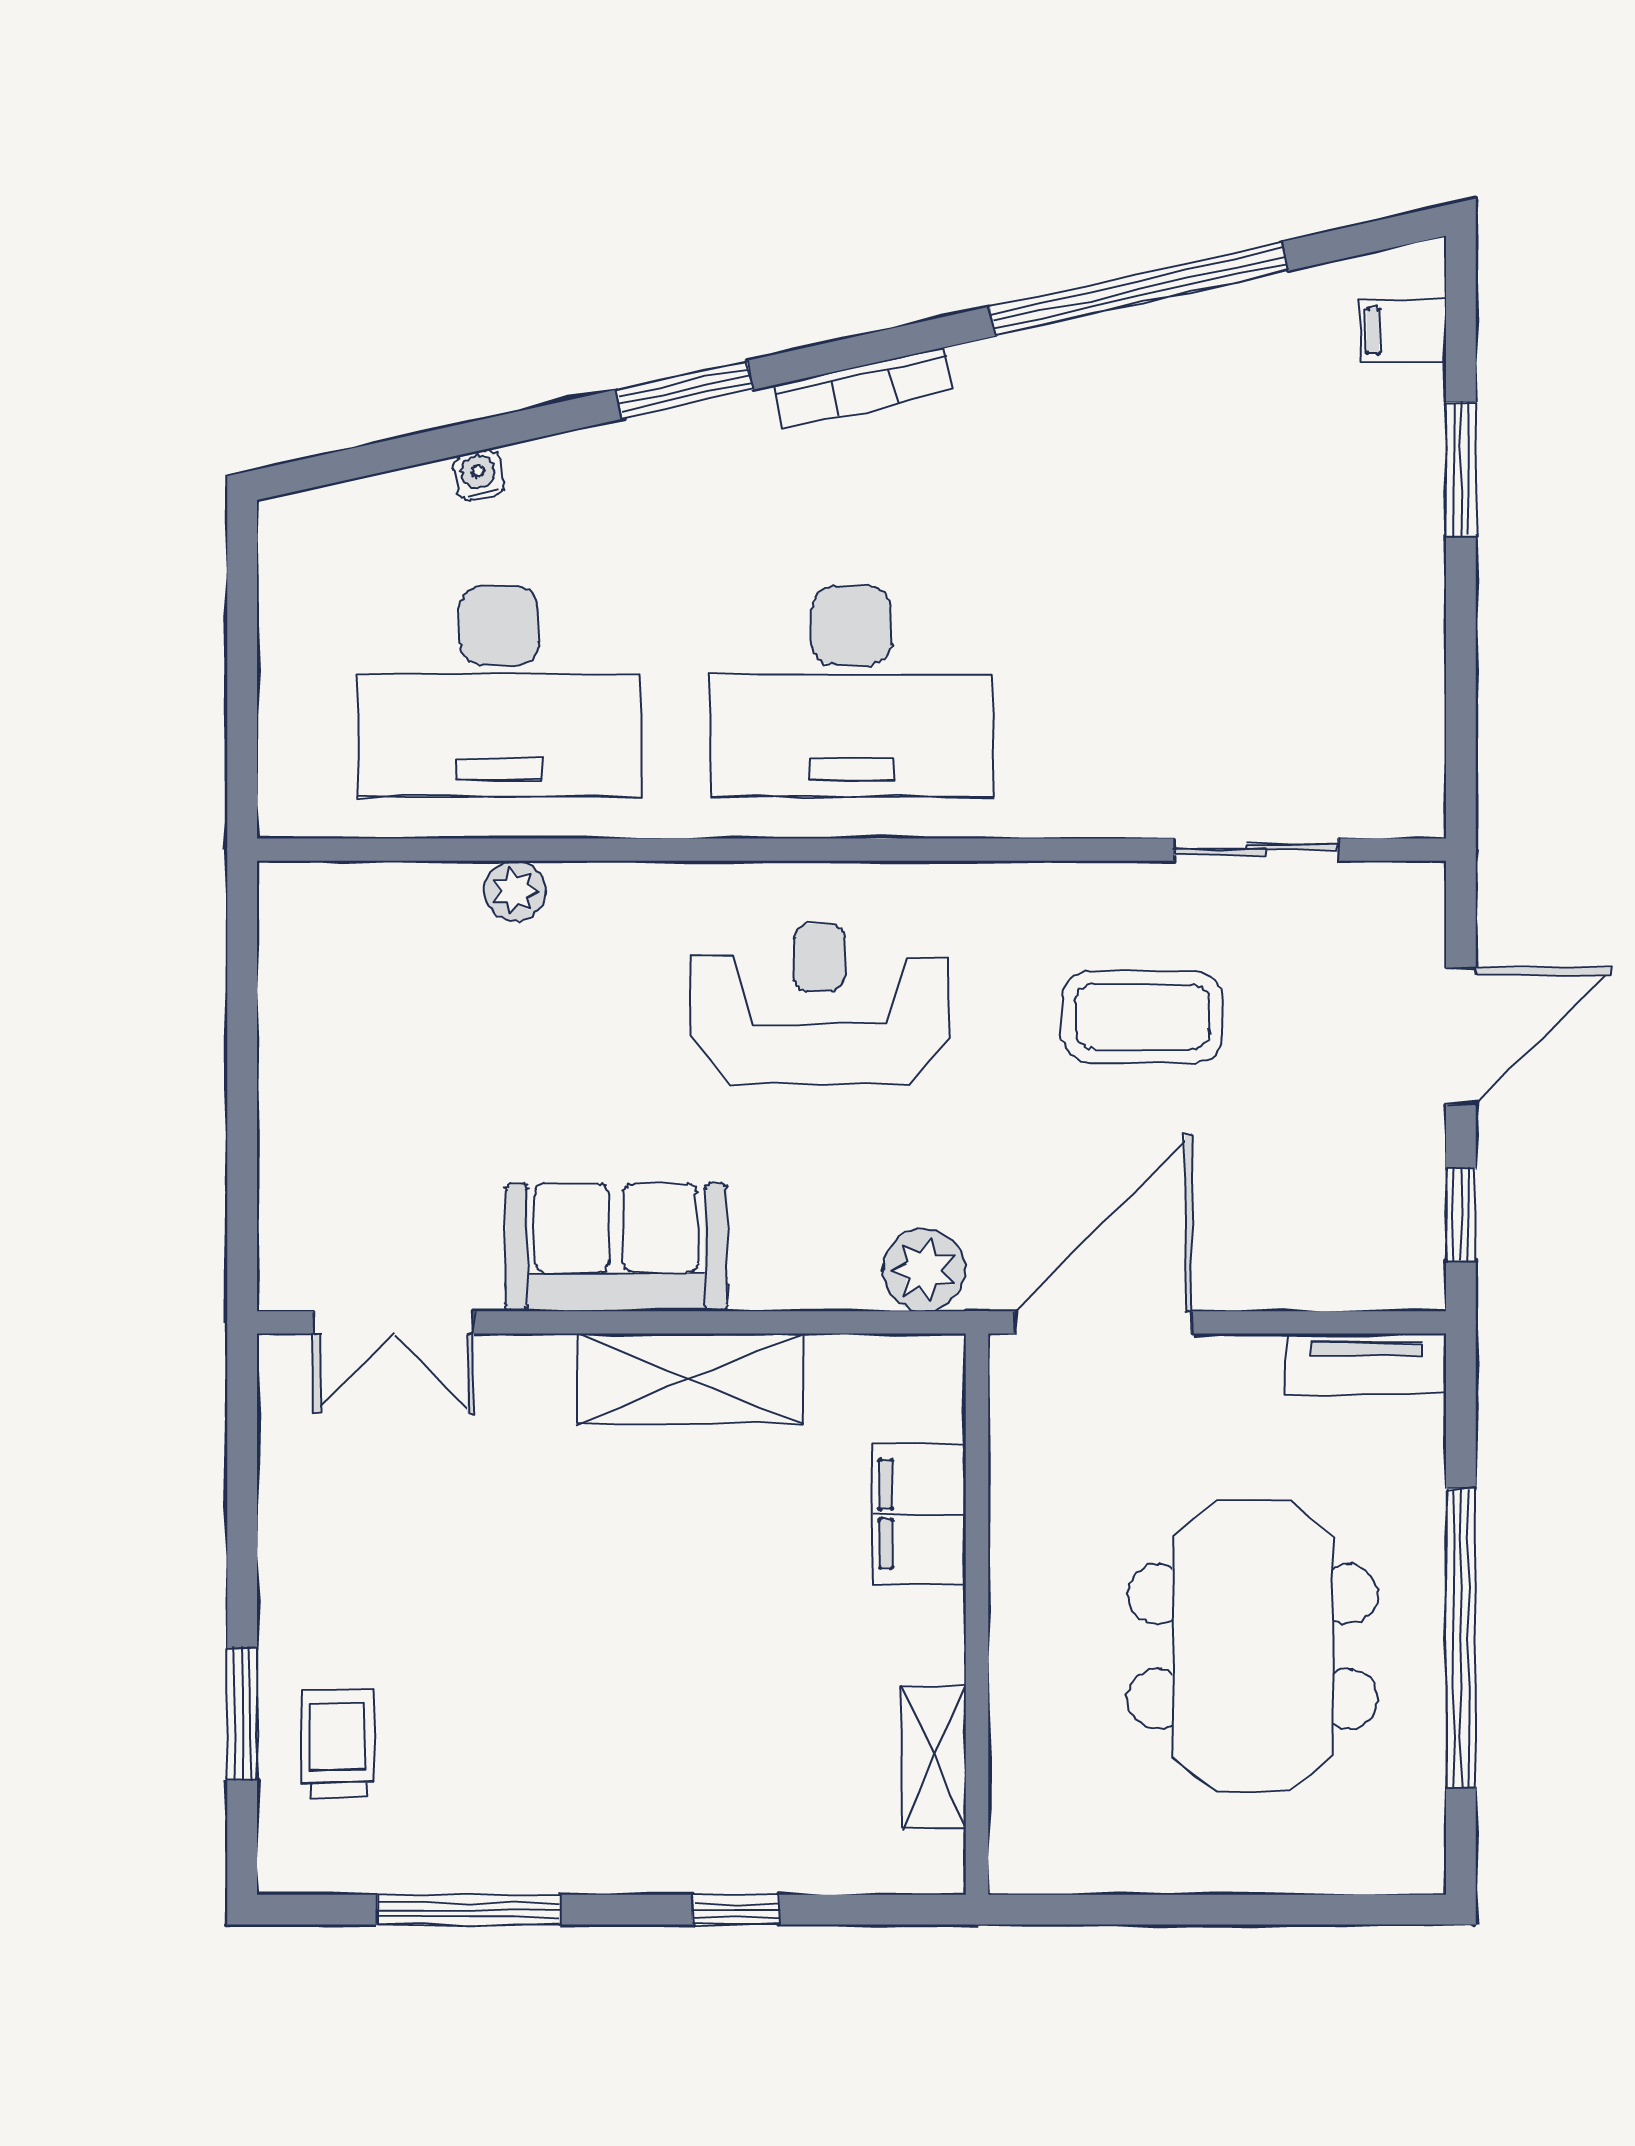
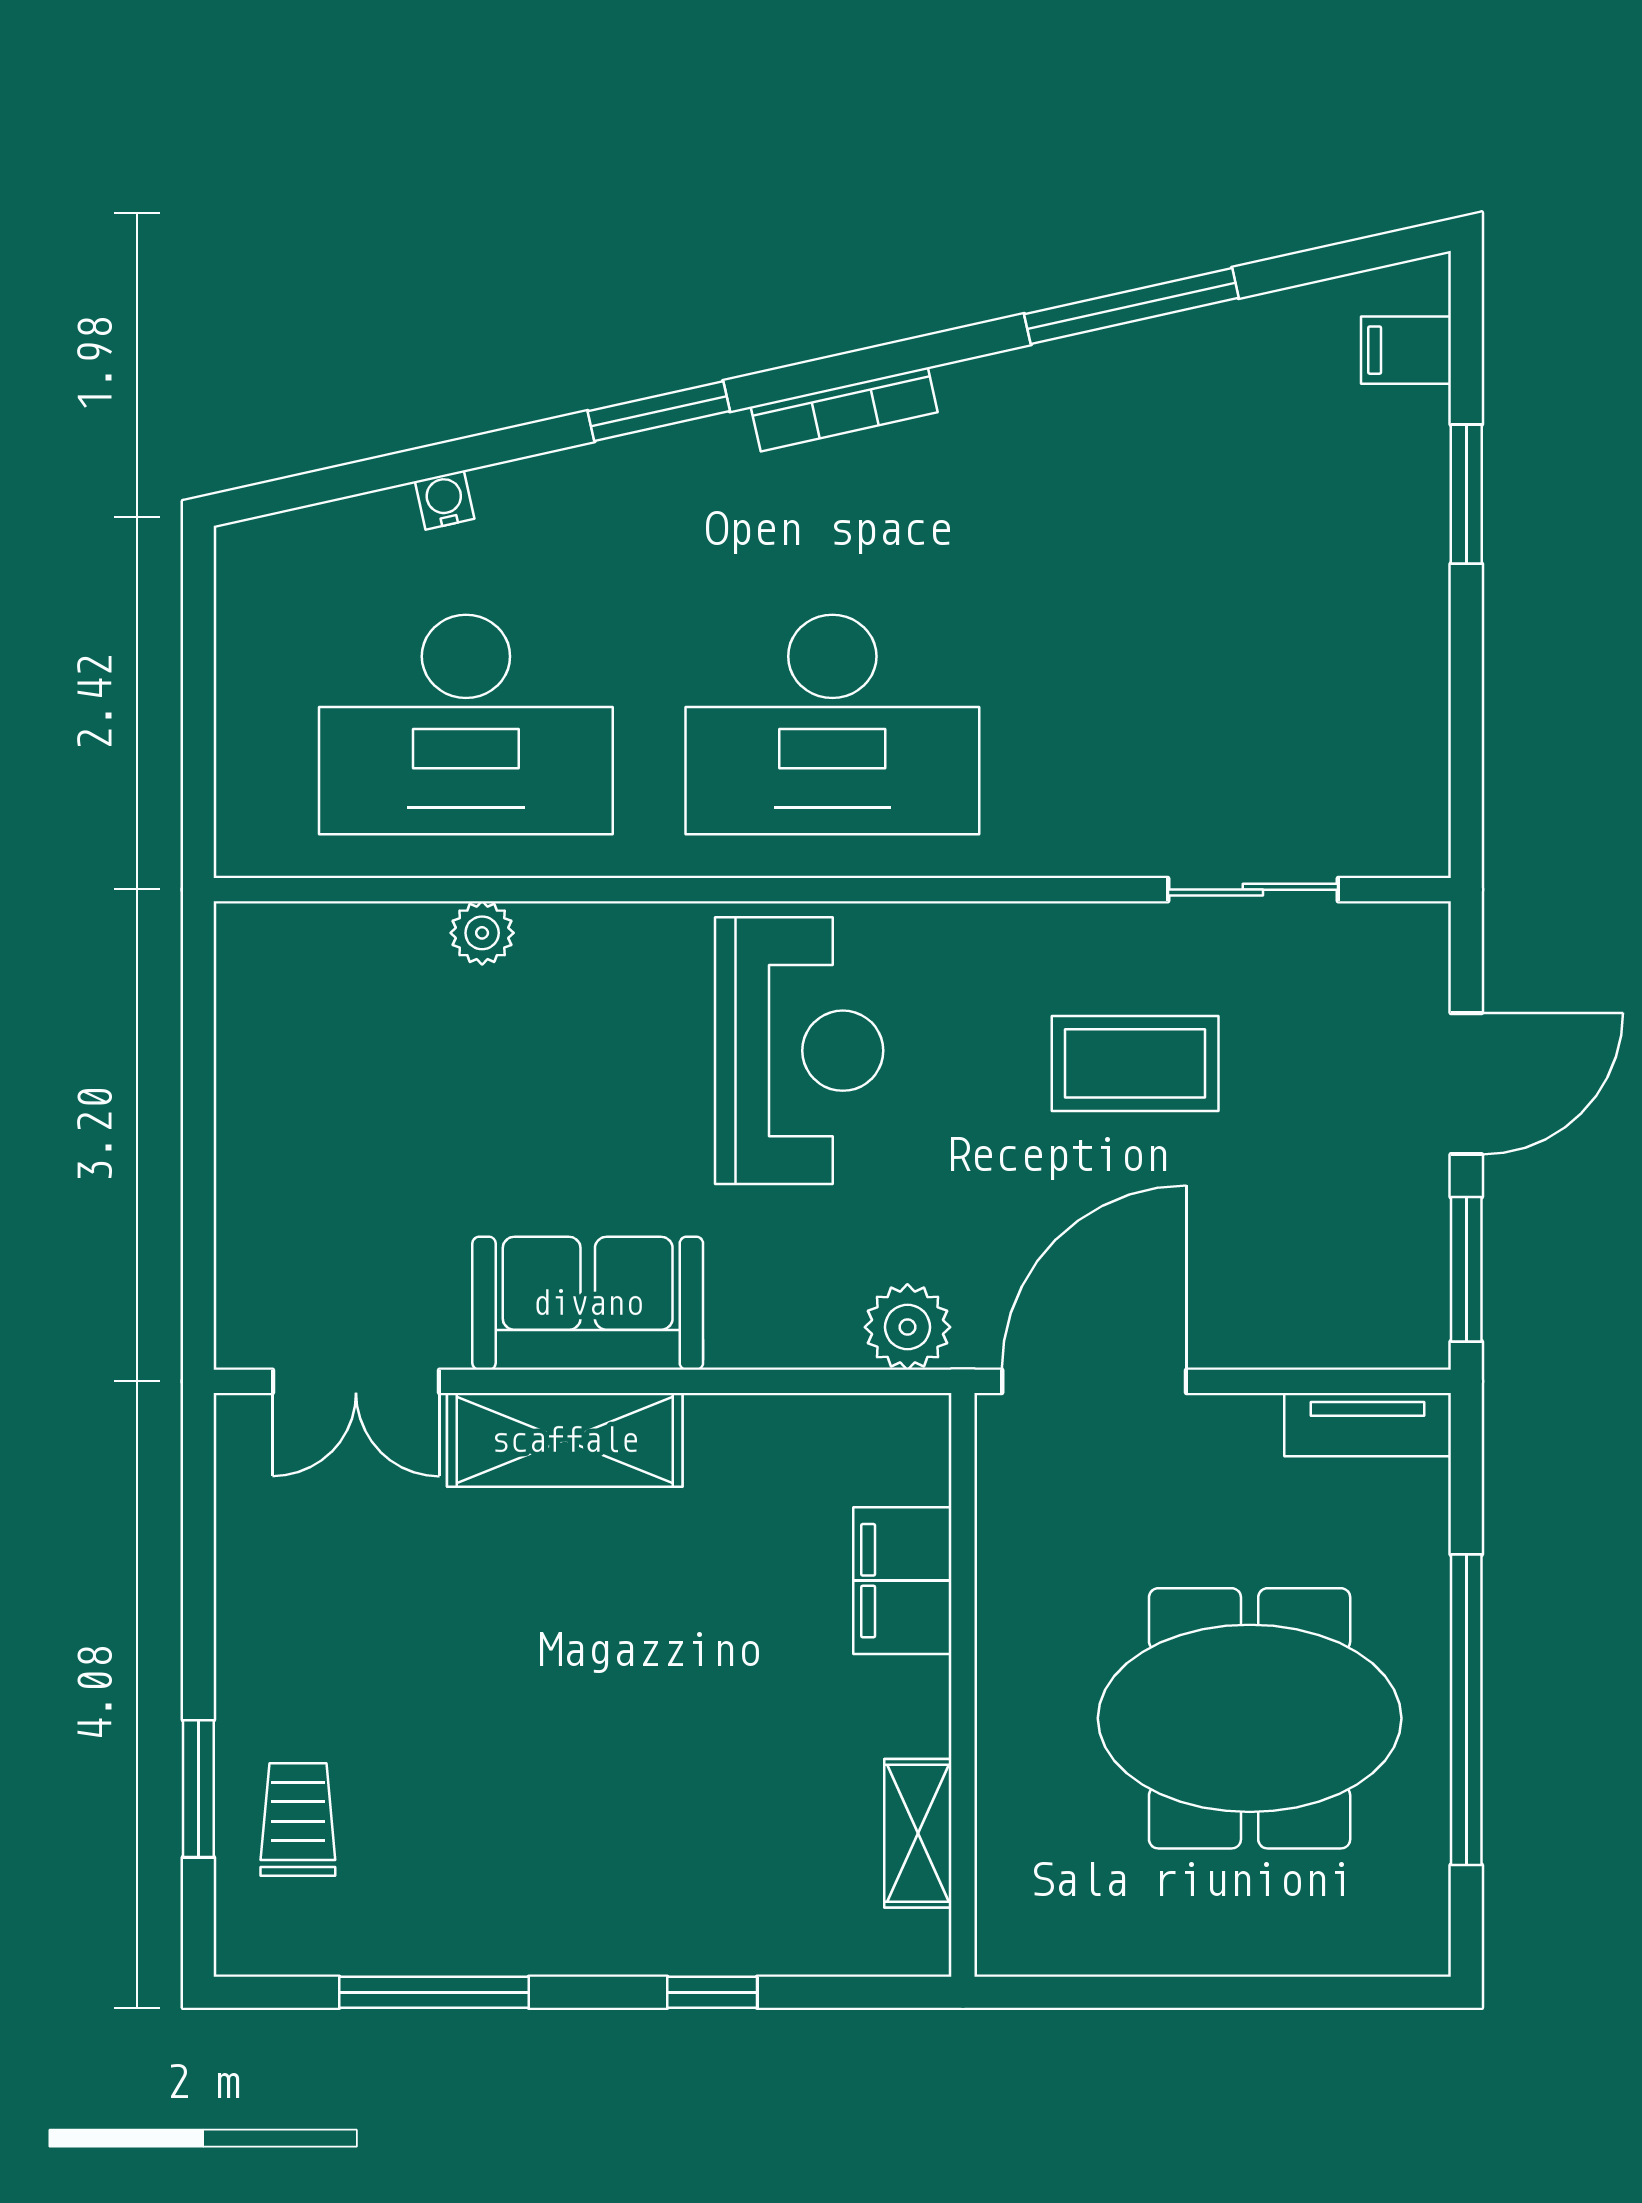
window: (1139, 289) -> (1131, 306), width x0.68
reception desk: (820, 1004) -> (799, 1051), turned 90
window: (1461, 1215) -> (1466, 1269), width x1.50
shelving: (690, 1379) -> (565, 1440), moved
meeting table: (1253, 1646) -> (1250, 1718), turned 90

